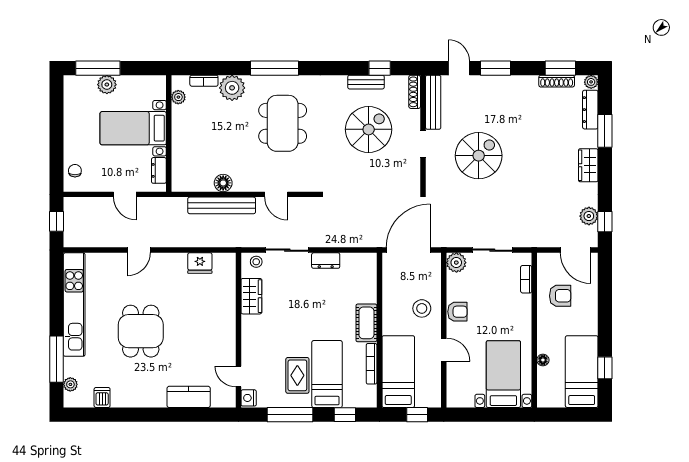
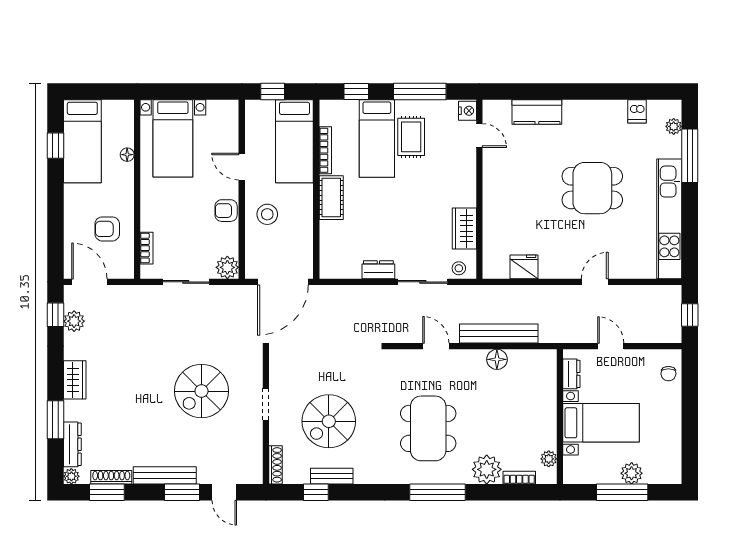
window: (98, 68) -> (622, 492), moved
bench: (433, 102) -> (165, 475), moved, turned 90
dining table: (141, 331) -> (592, 188), turned 90

